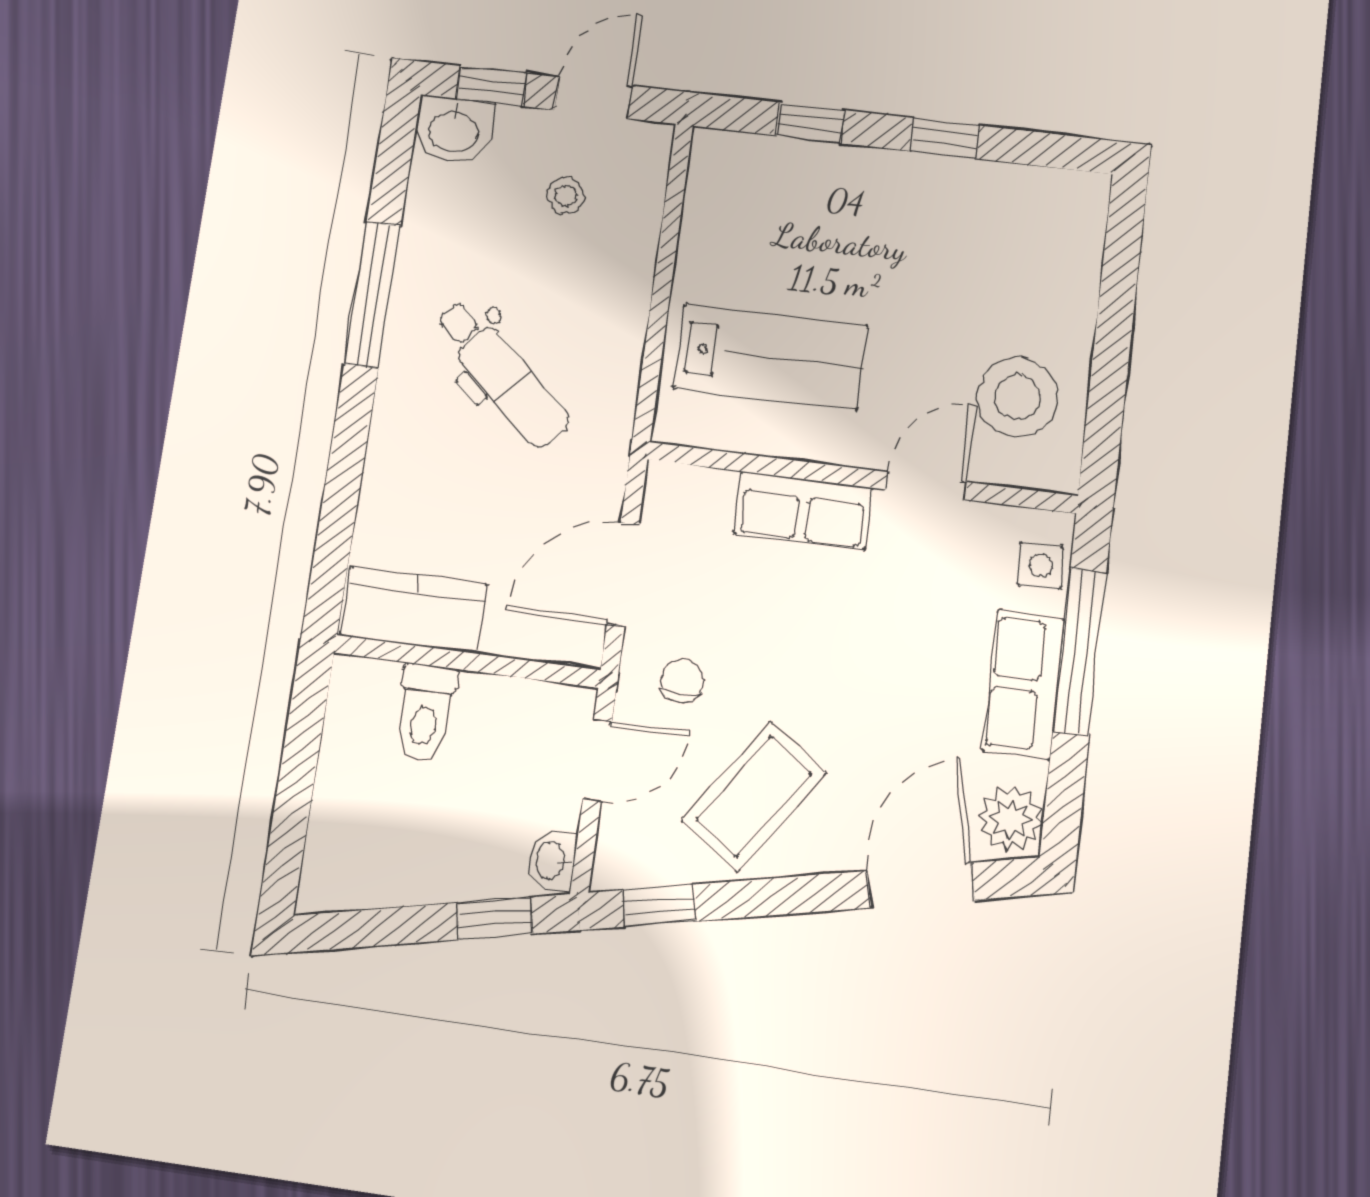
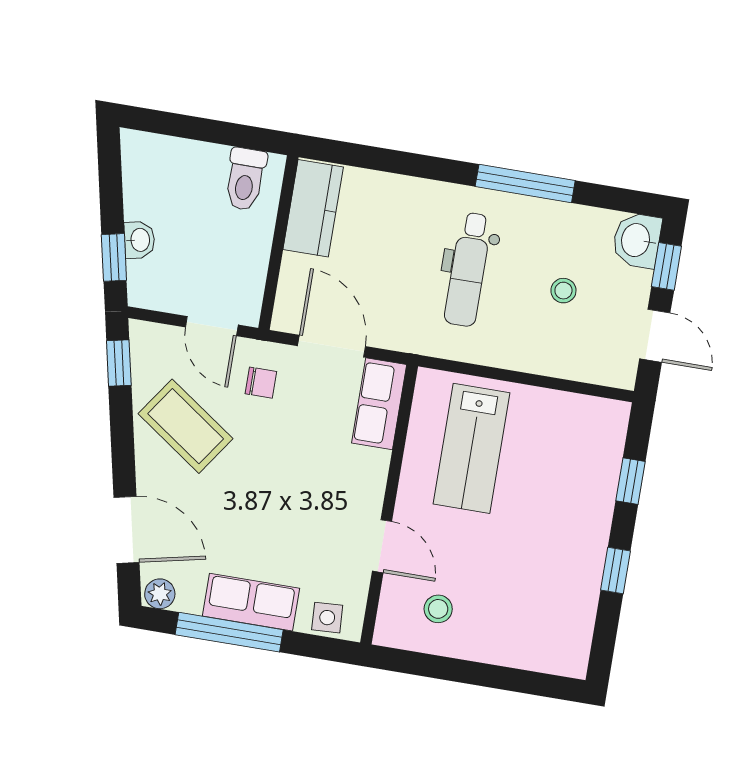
stool: (566, 196) -> (563, 291), moved
dental chair: (502, 374) -> (468, 270), turned -42
stool: (1018, 397) -> (438, 609), width x0.53, depth x0.53
row of seats: (803, 511) -> (379, 404), moved
window: (1080, 652) -> (229, 632), moved
toilet: (425, 712) -> (245, 179), moved, turned -90
plant: (1011, 819) -> (160, 594), width x0.73, depth x0.73
washbasin: (552, 861) -> (139, 240), moved, turned 78

